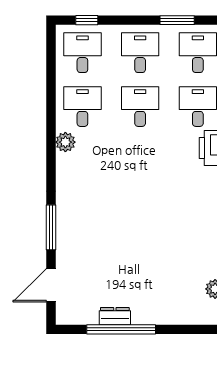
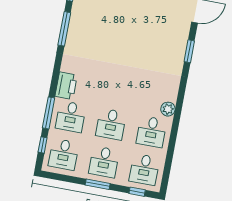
window: (177, 20) -> (98, 184), moved
window: (51, 227) -> (189, 51), width x0.69

